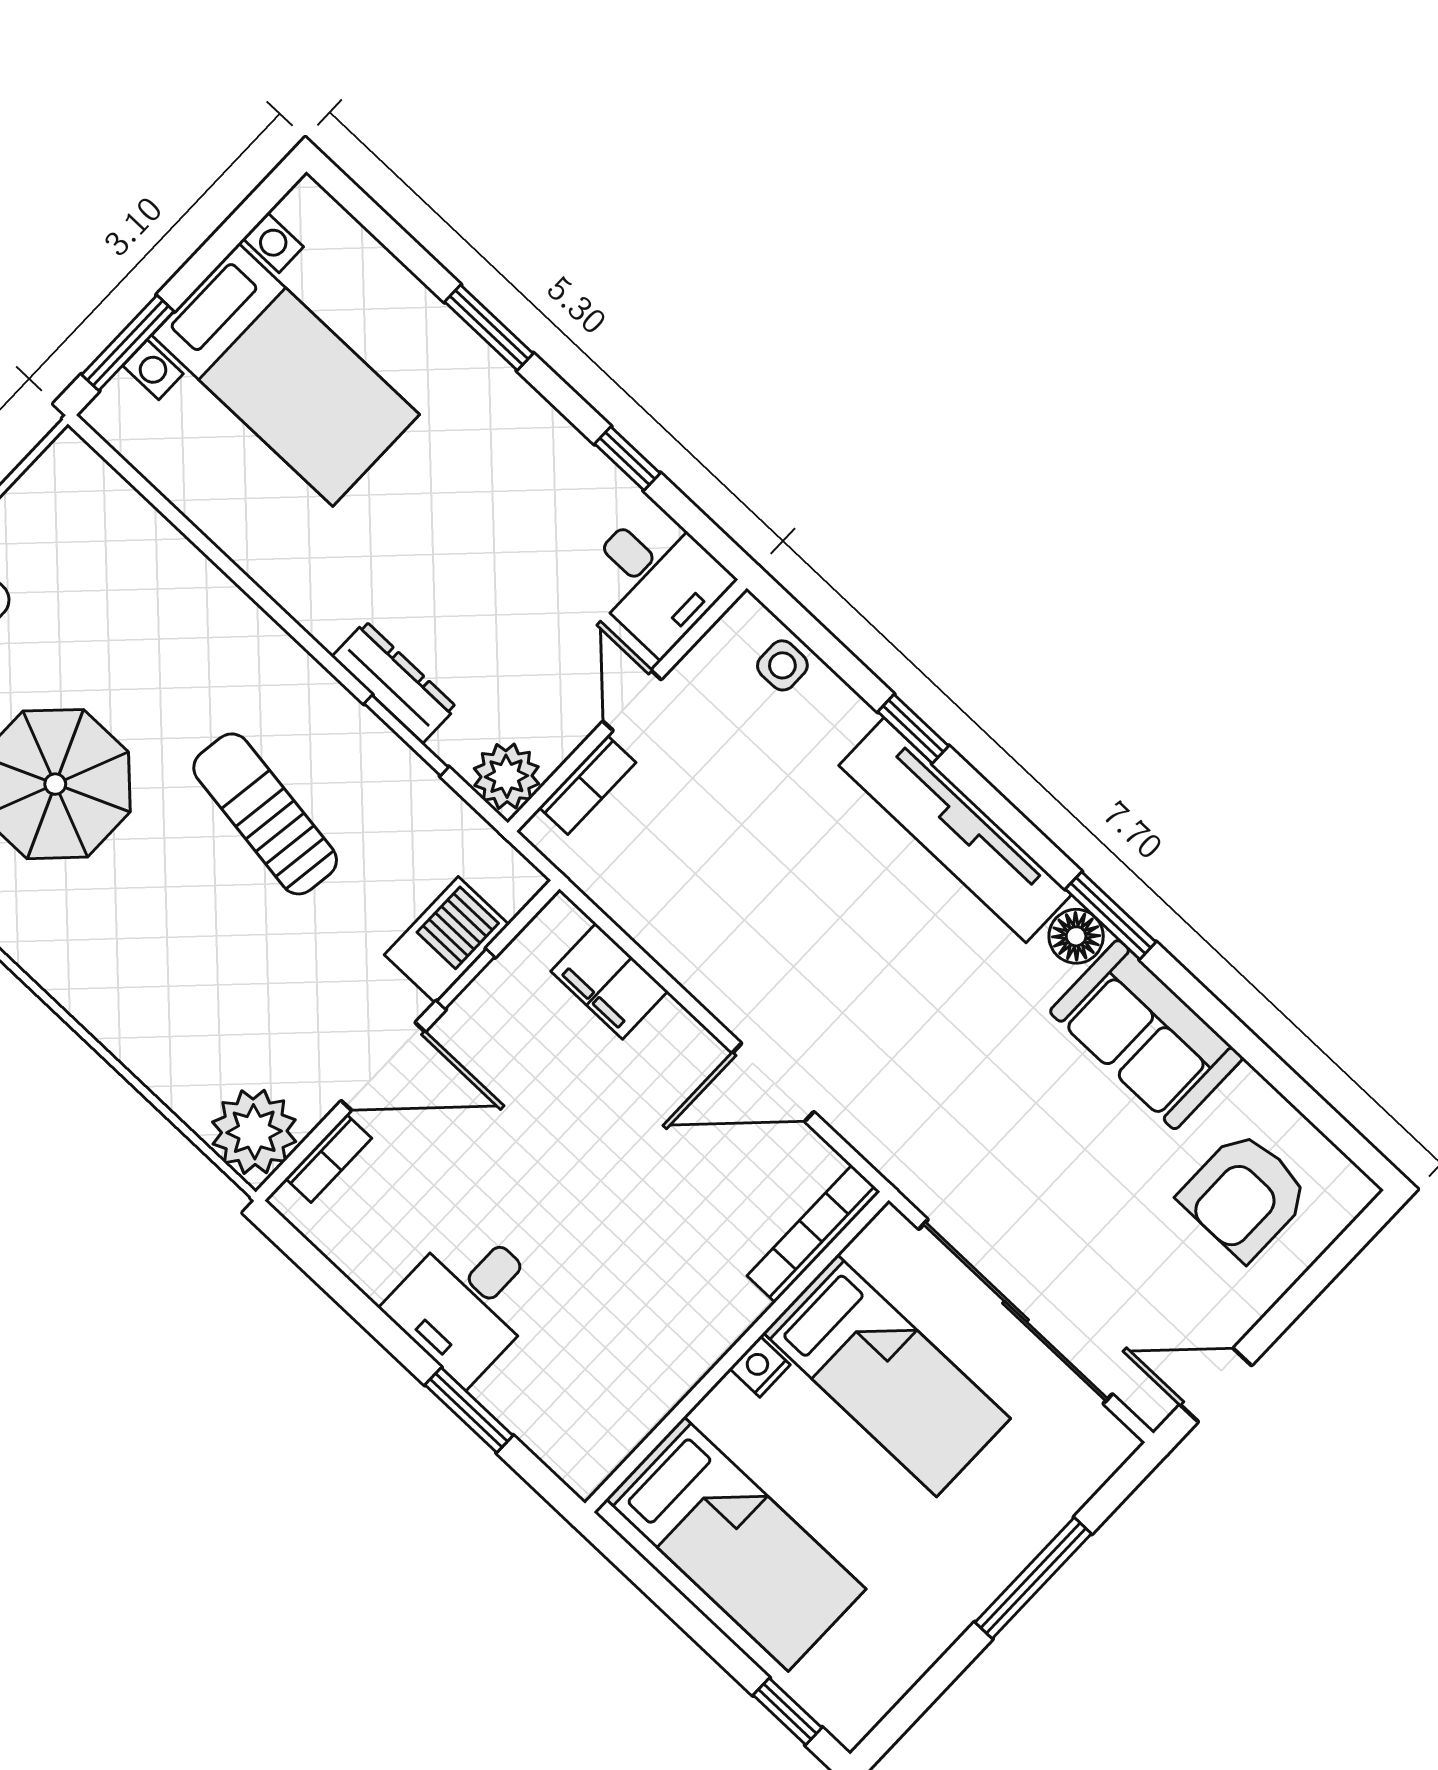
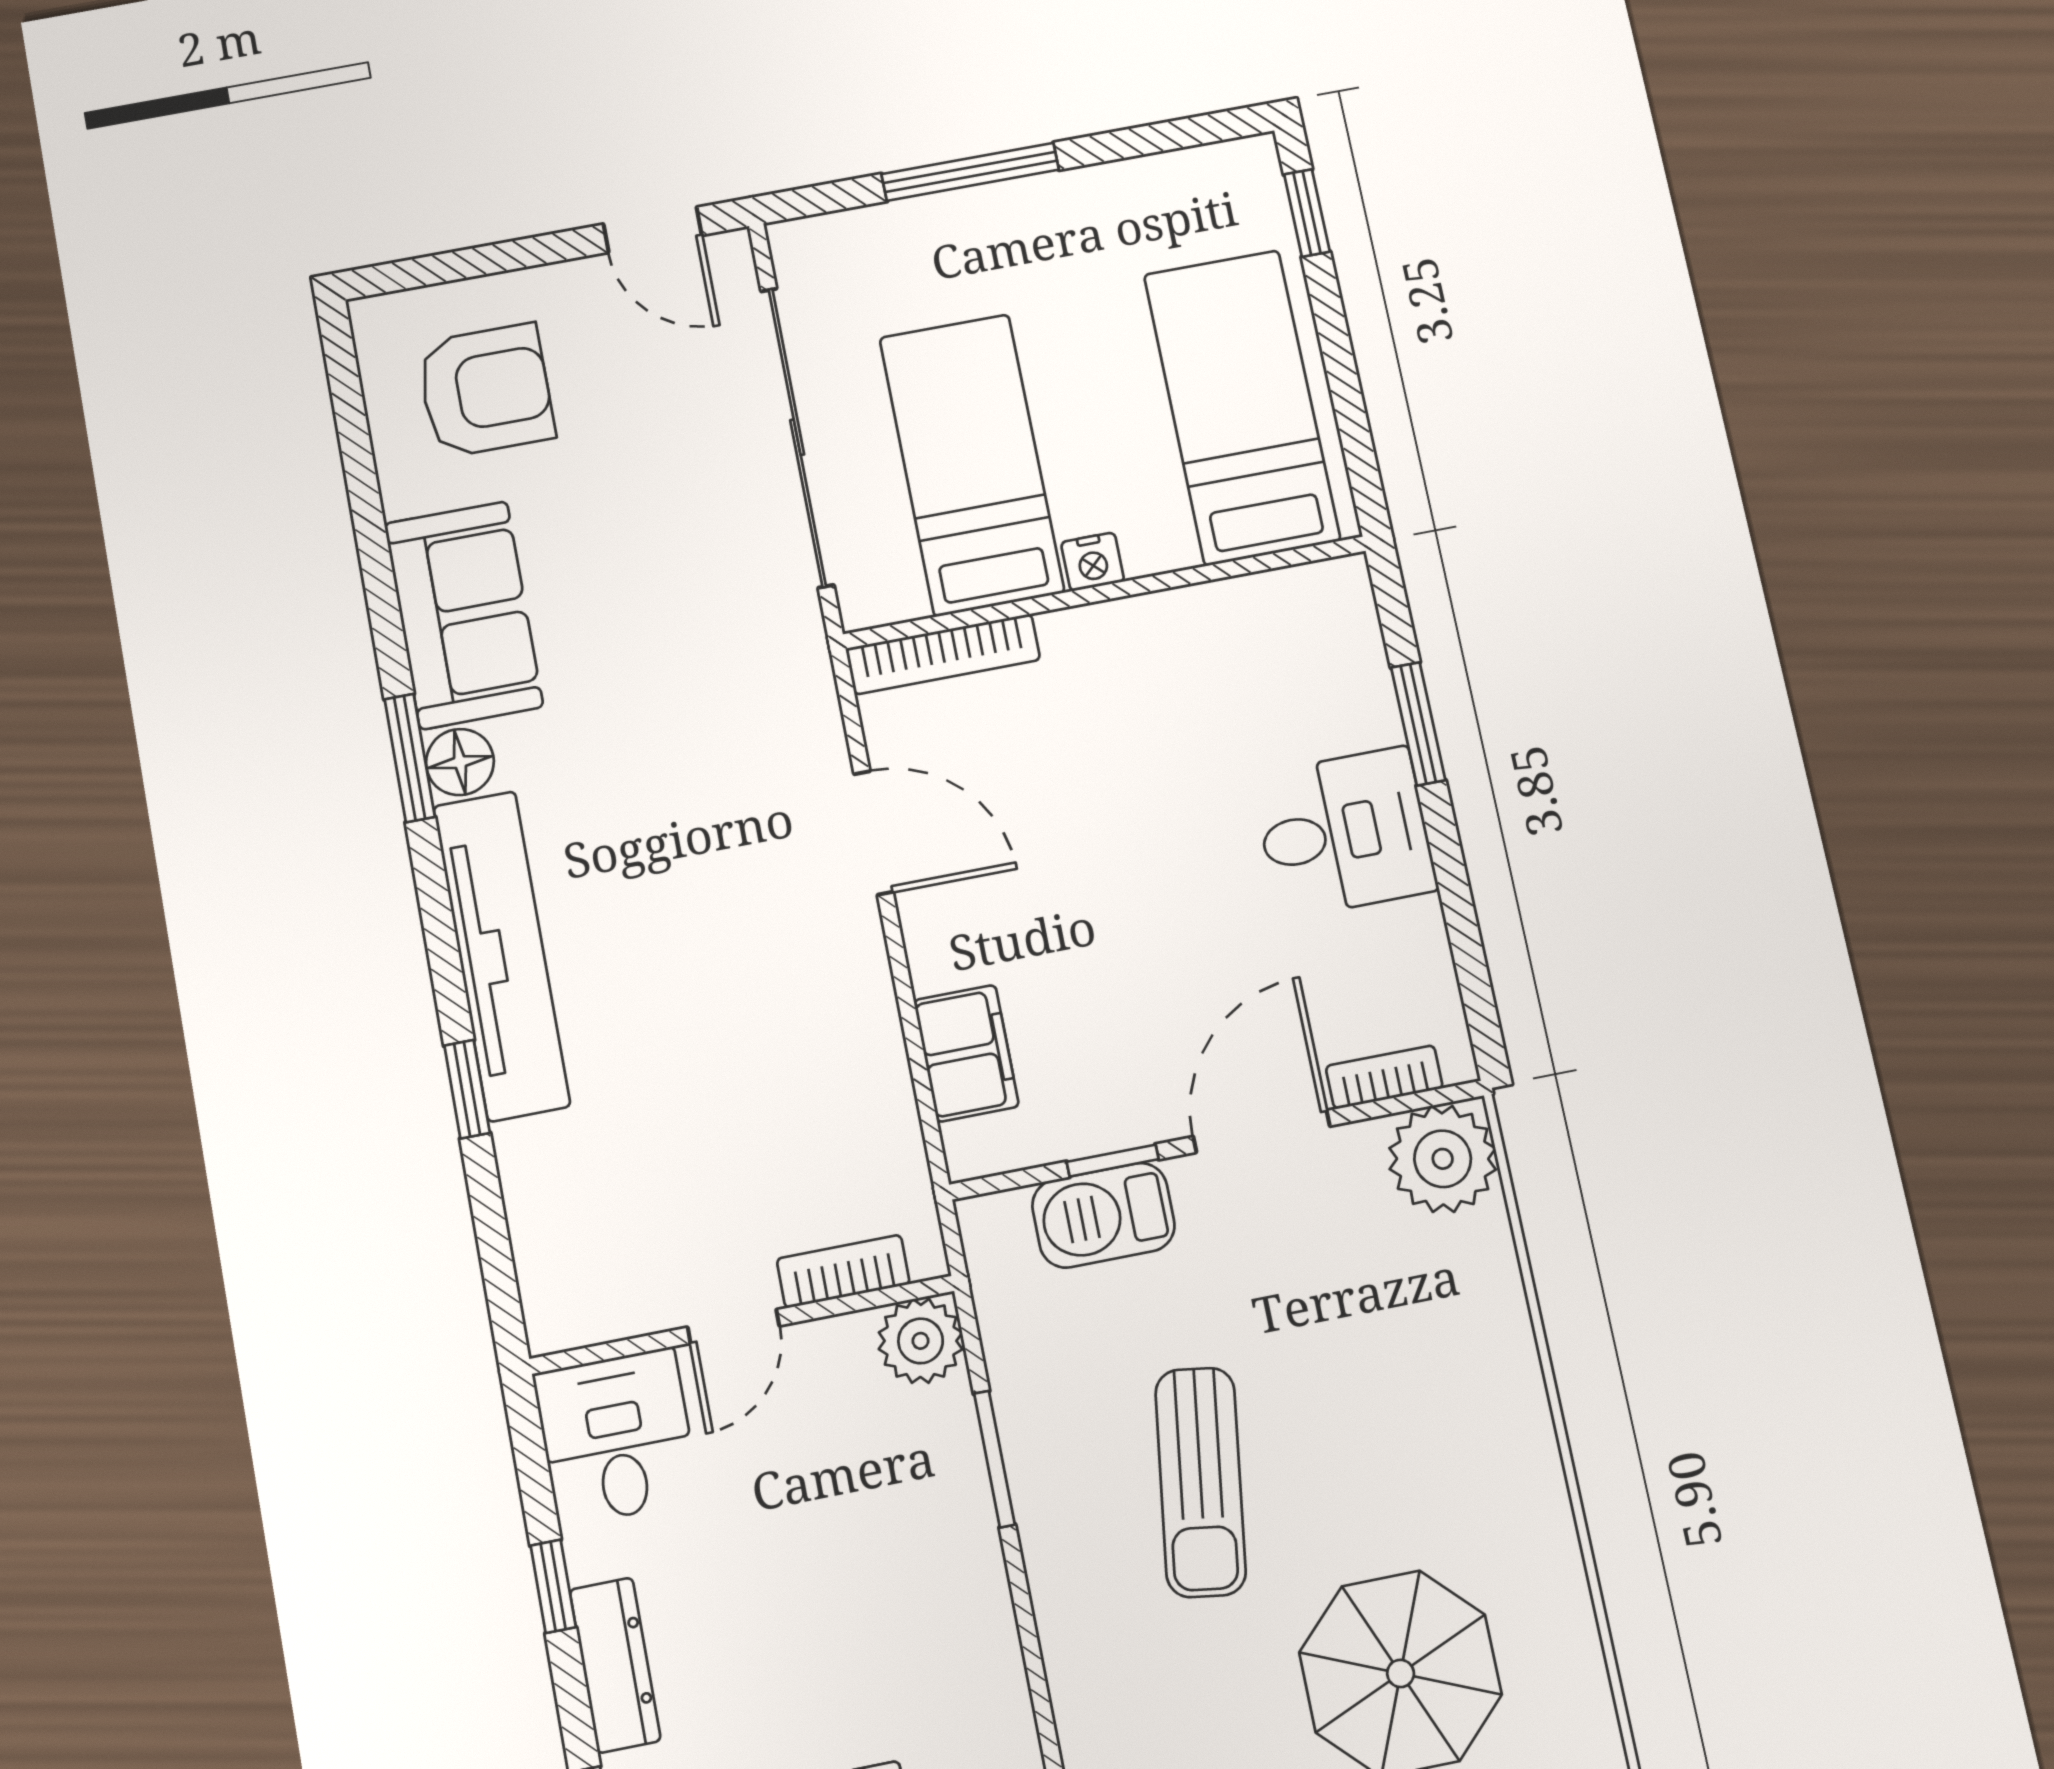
side table: (782, 665) -> (552, 1251), removed
dresser: (394, 682) -> (615, 1665), moved, turned 180
door: (383, 1066) -> (1262, 1131), hinge flipped

